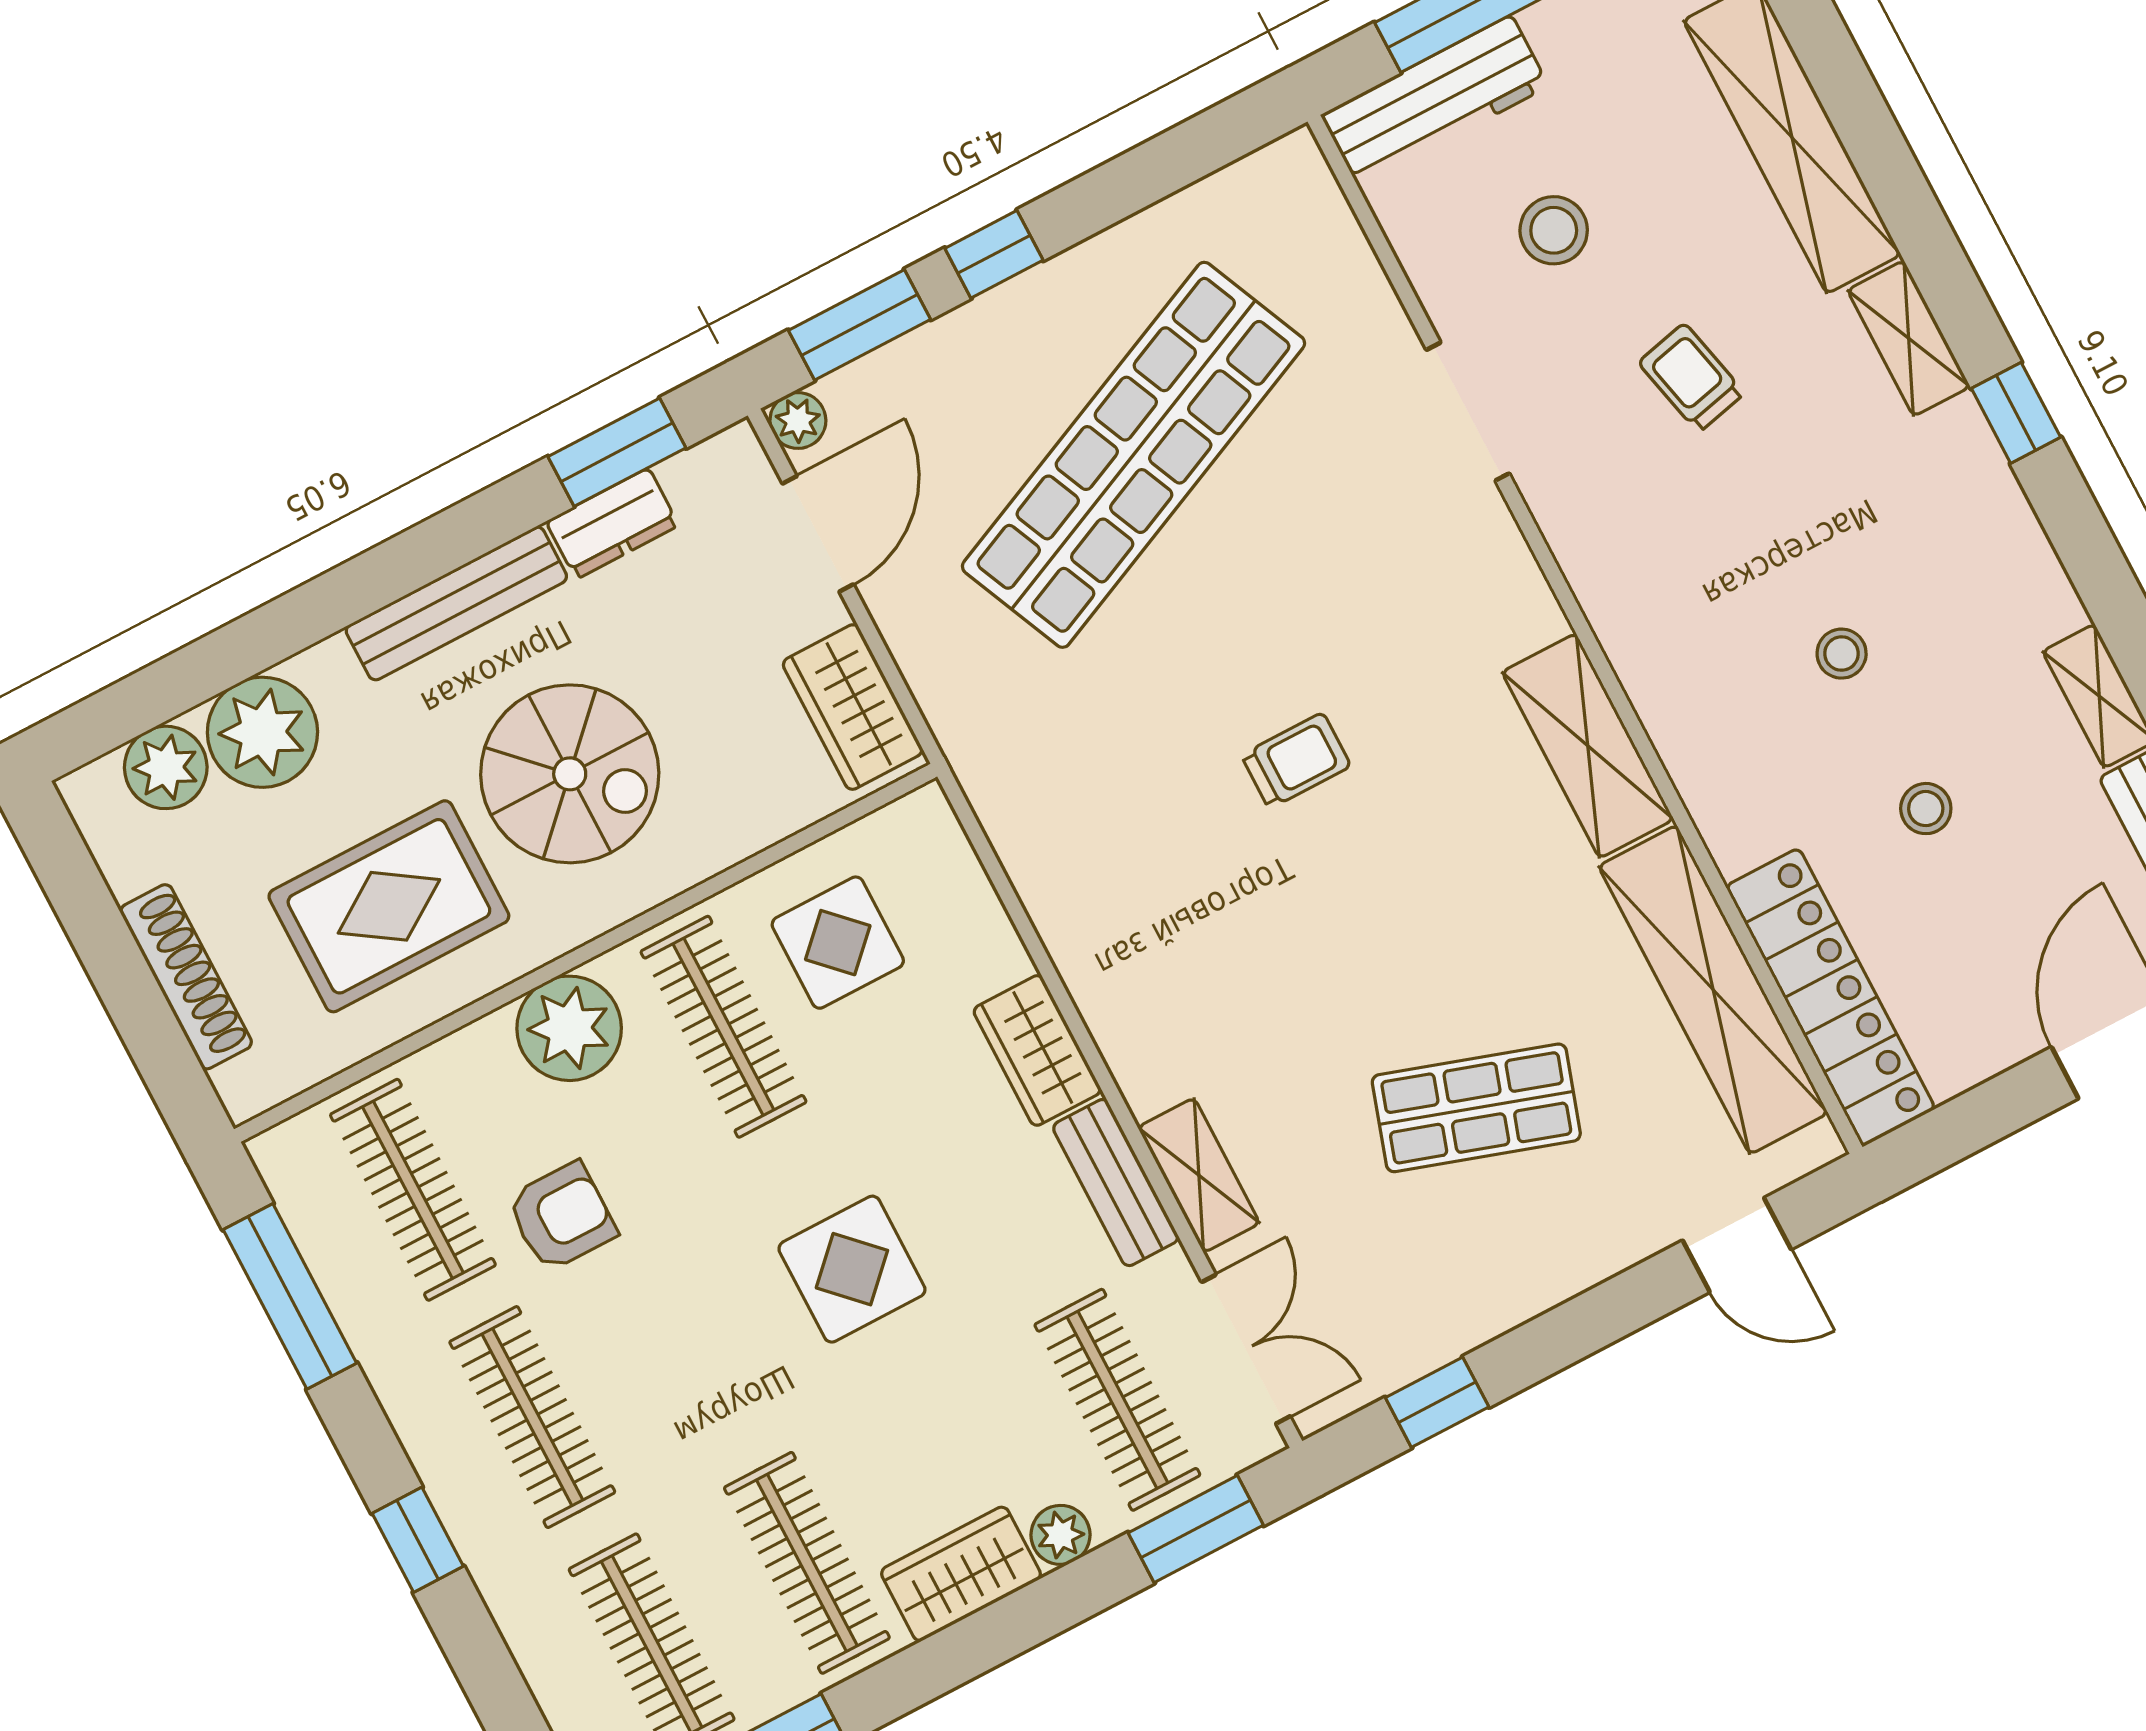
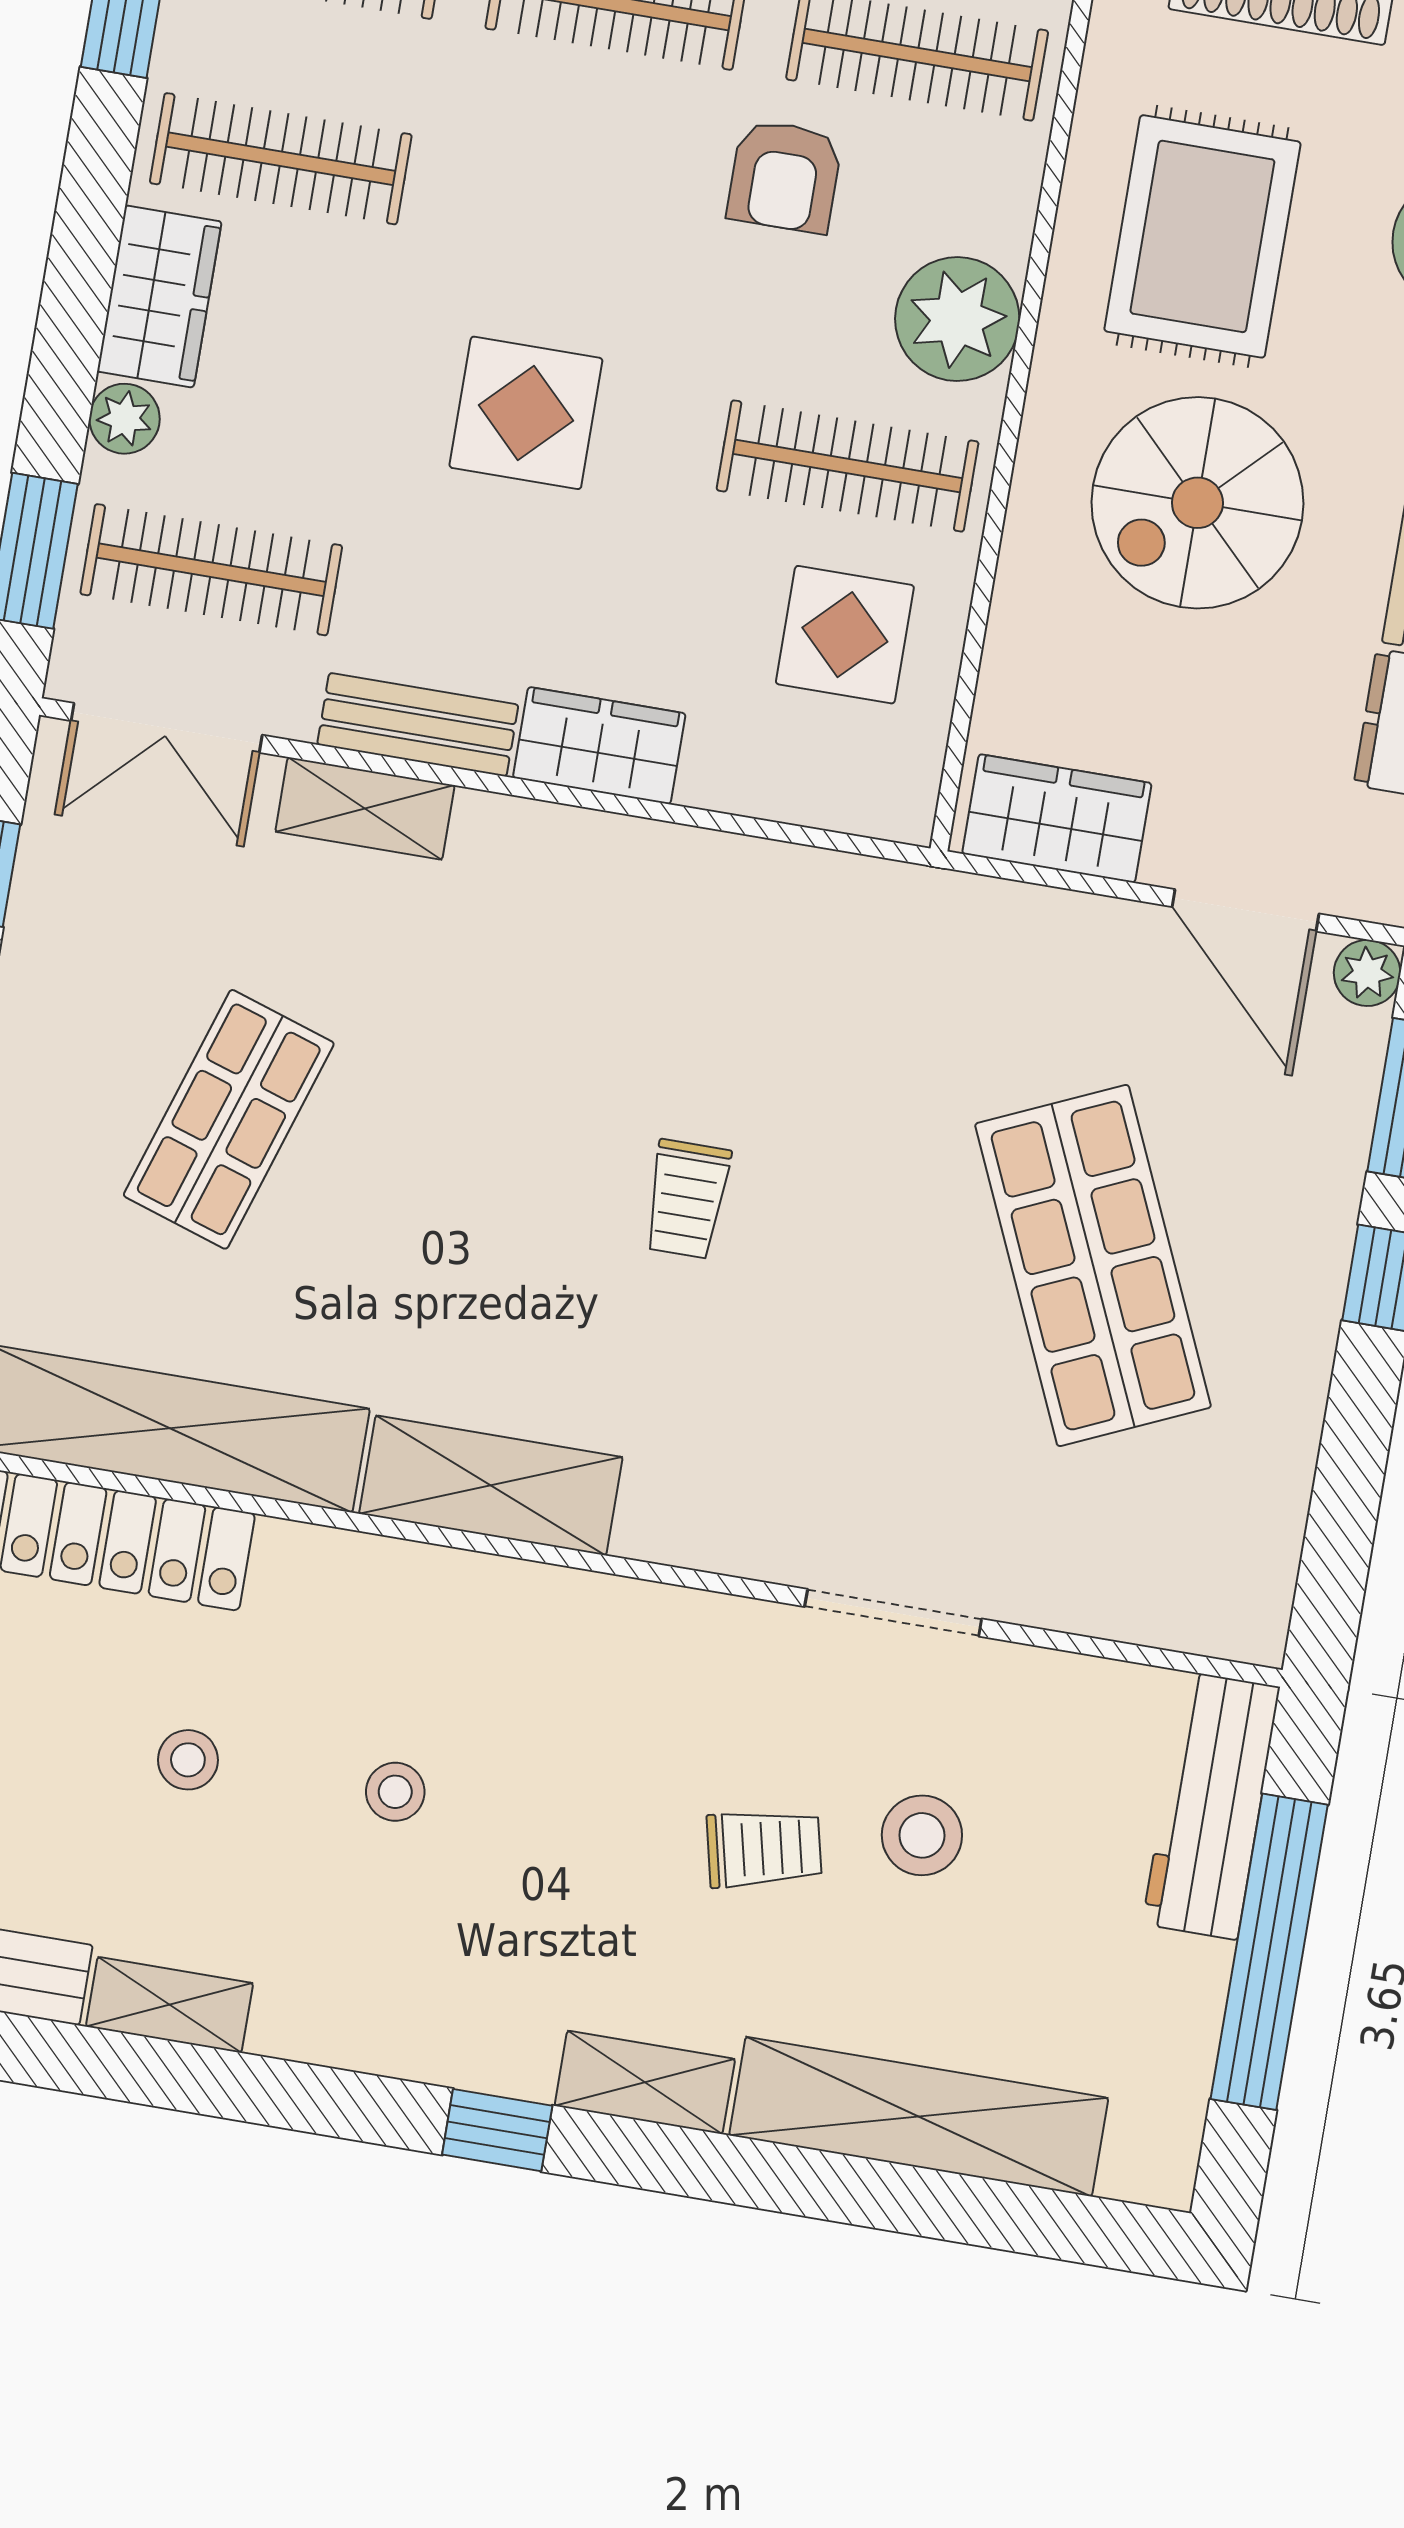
stool: (1554, 230) -> (922, 1835), moved
shop shelf: (1134, 455) -> (1093, 1266), width x0.71

